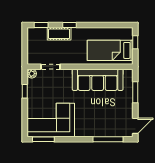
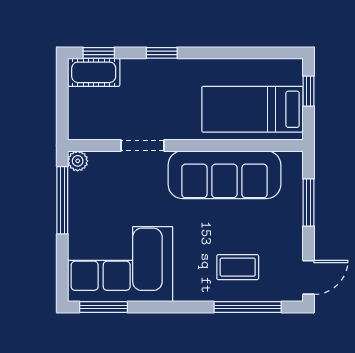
cot: (59, 34) -> (94, 72), moved
doorway: (50, 67) -> (142, 145), moved
window: (25, 91) -> (62, 200), width x2.17
coffee table: (104, 121) -> (238, 267), added

